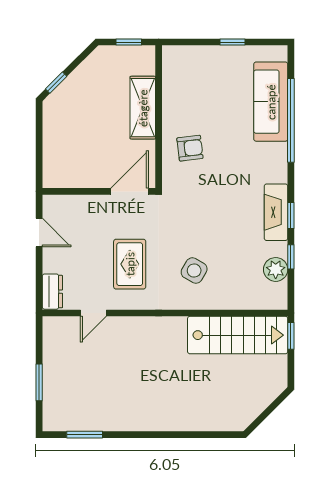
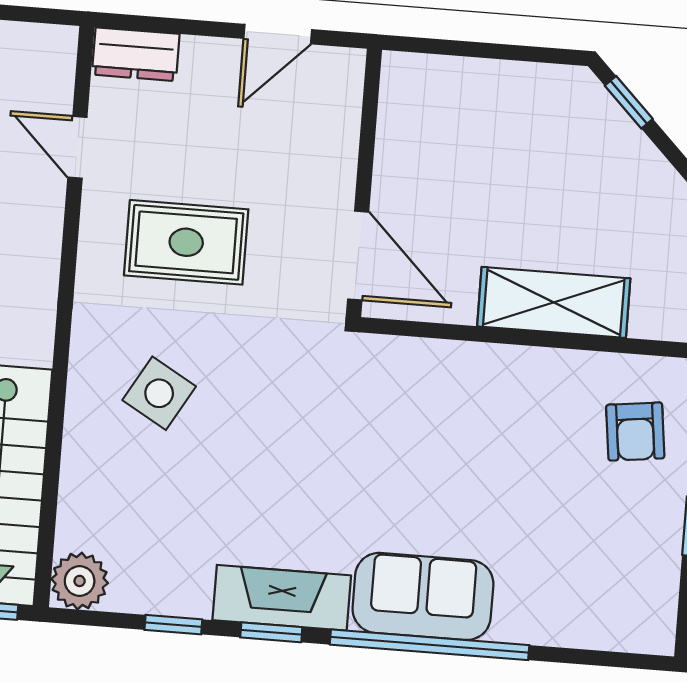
sofa: (271, 102) -> (423, 596), moved, width x0.73
window: (291, 120) -> (430, 645), moved
armchair: (190, 148) -> (635, 432), moved
plant: (276, 269) -> (80, 581), moved

